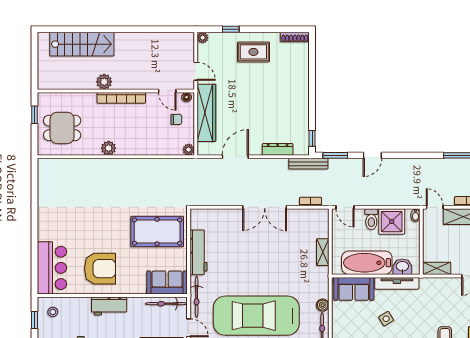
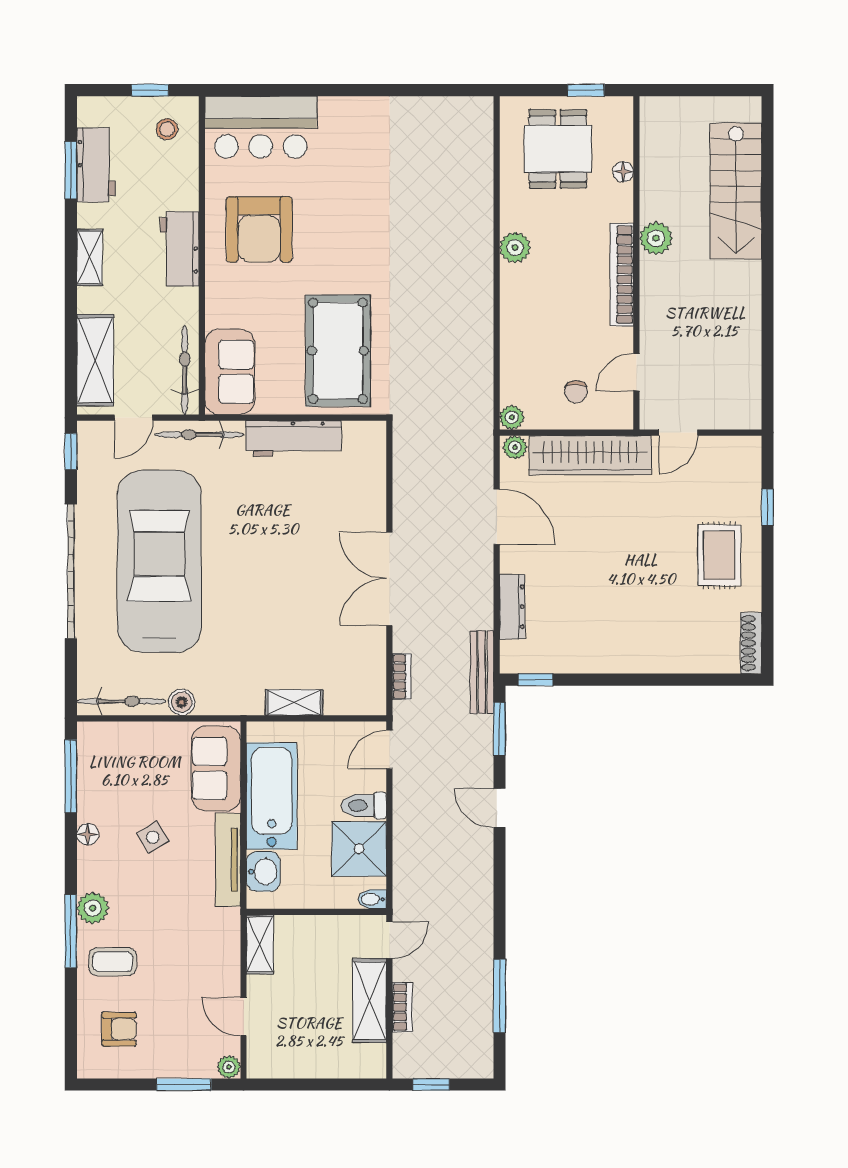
plant: (203, 38) -> (515, 447), moved
floor lamp: (187, 97) -> (623, 172), moved

